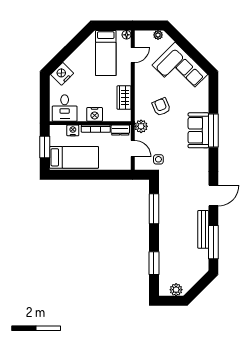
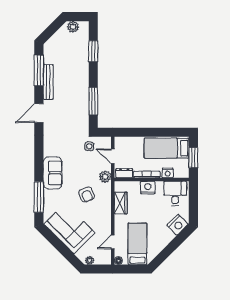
window: (213, 130) -> (39, 197), moved

